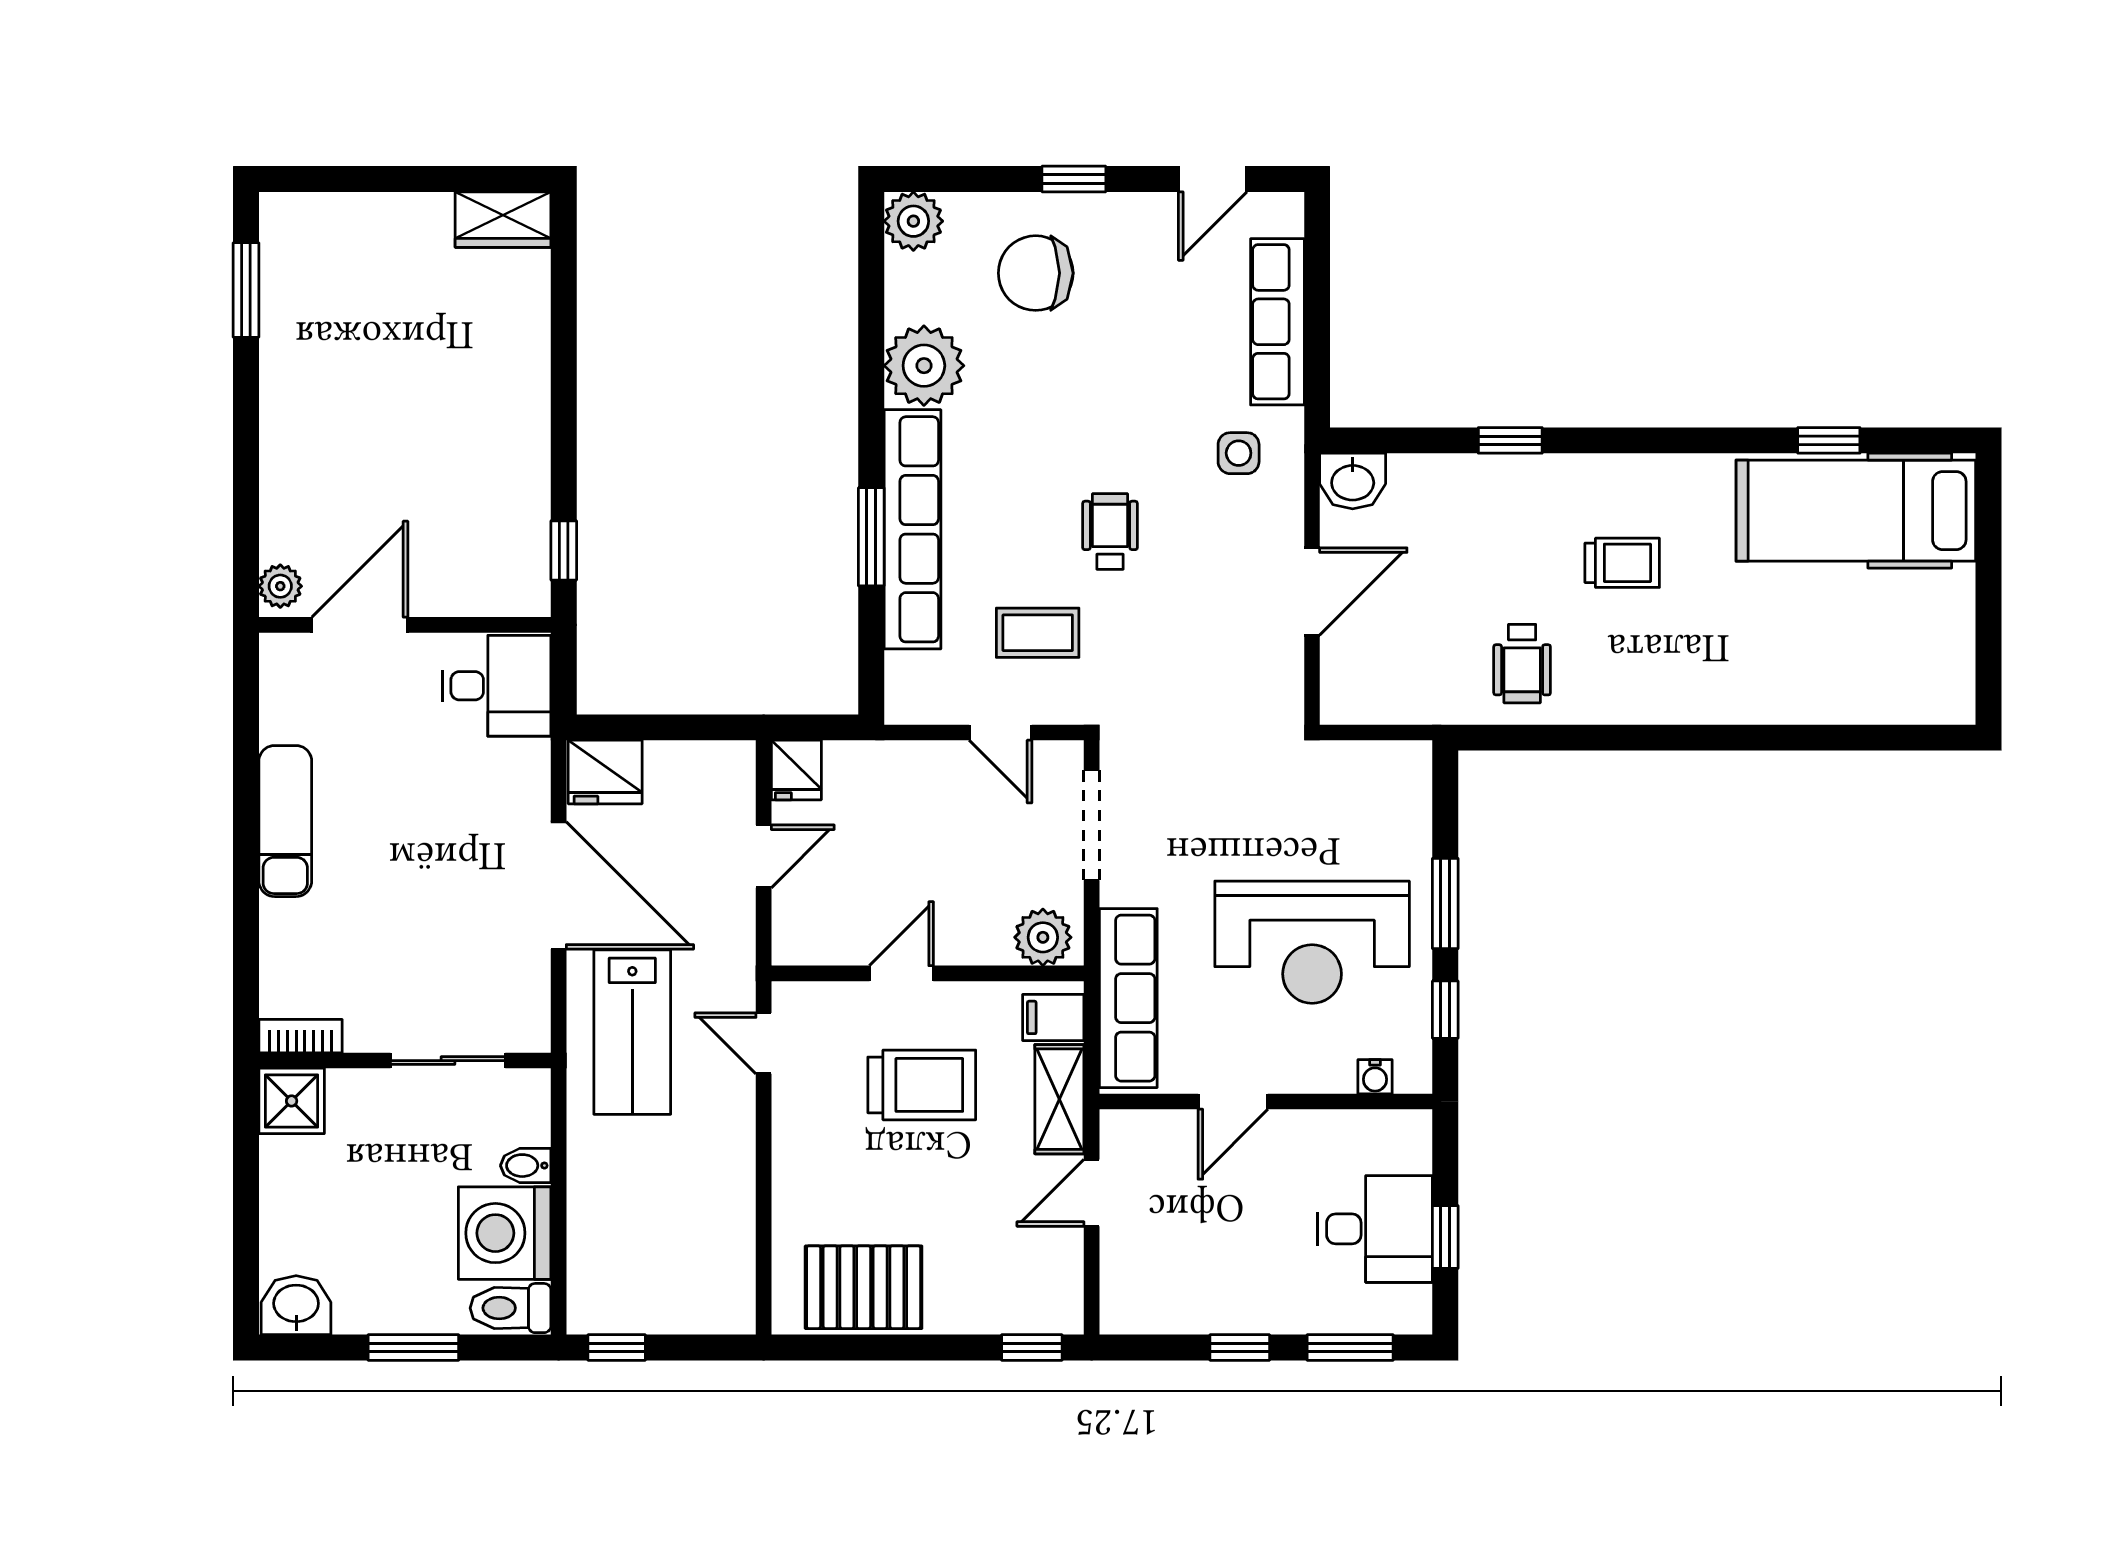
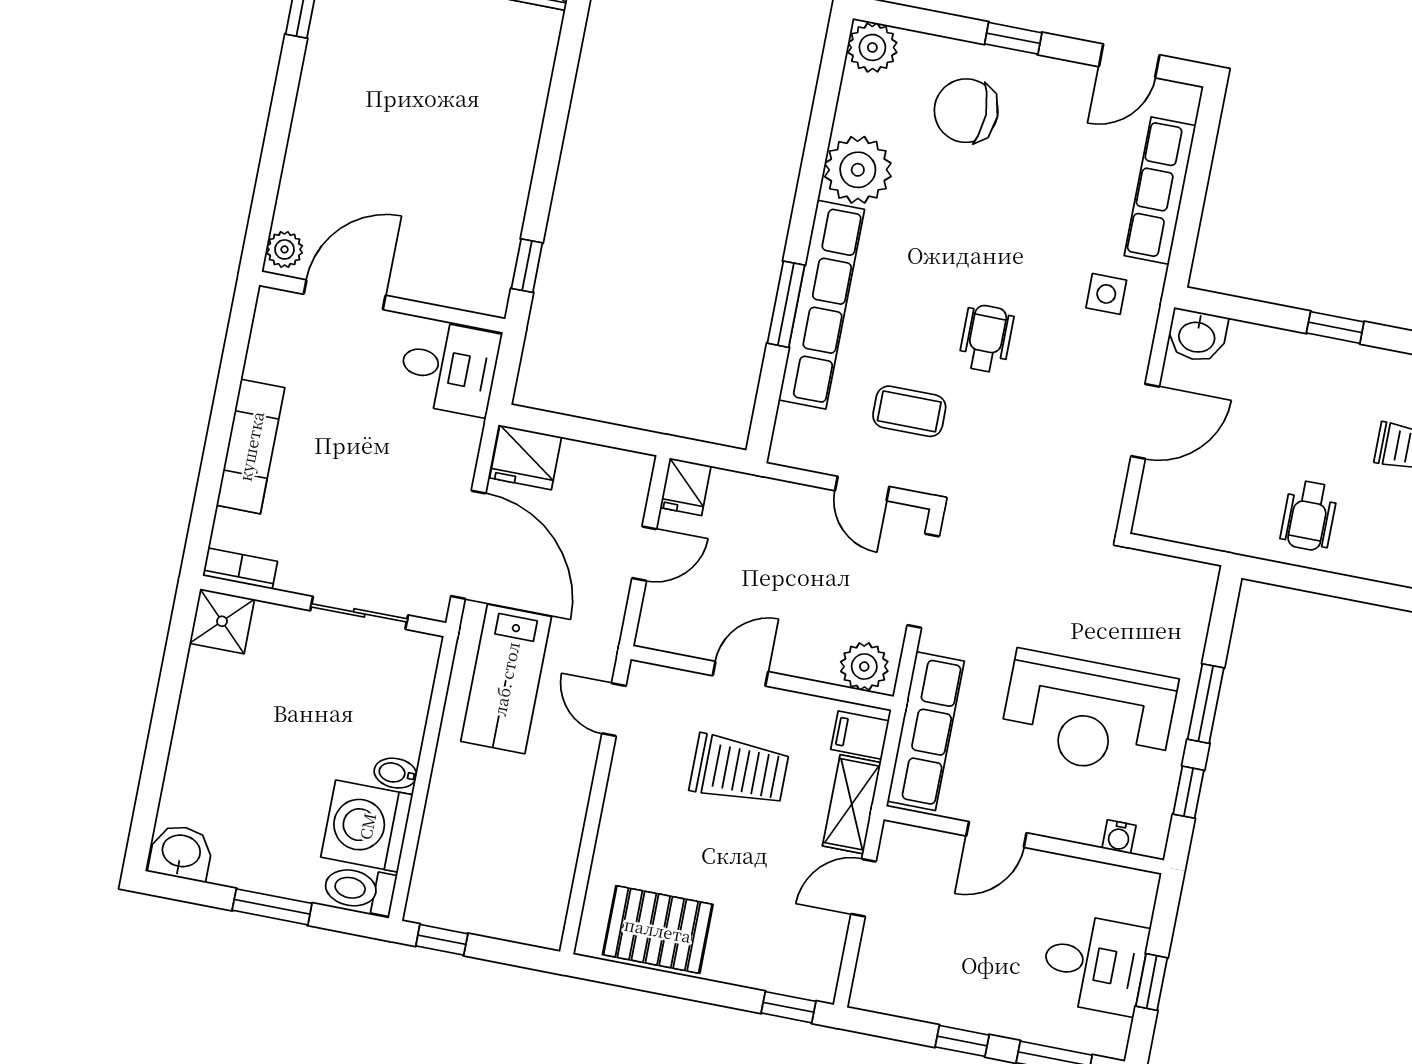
bookcase: (300, 1036) -> (240, 569), moved
wall: (405, 1061) -> (323, 606), moved
sliding door: (448, 1061) -> (359, 613), moved
shower: (292, 1101) -> (222, 621), moved

